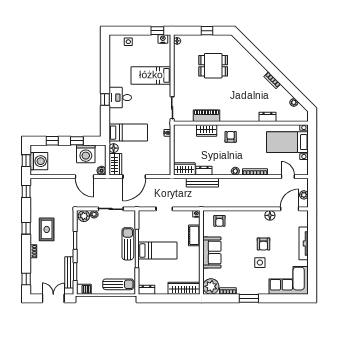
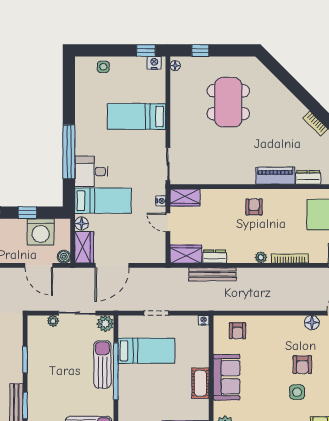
window: (207, 31) -> (200, 50), moved
dining table: (213, 66) -> (228, 102), width x1.38
desk: (120, 98) -> (91, 171), moved
window: (105, 100) -> (69, 152), width x3.17
piano: (207, 116) -> (275, 176), moved
wardrobe: (207, 130) -> (185, 197), moved
door: (172, 147) -> (168, 222), added
plant: (84, 216) -> (105, 324), moved
cot: (194, 235) -> (200, 383), moved
bed: (158, 251) -> (146, 351), moved

